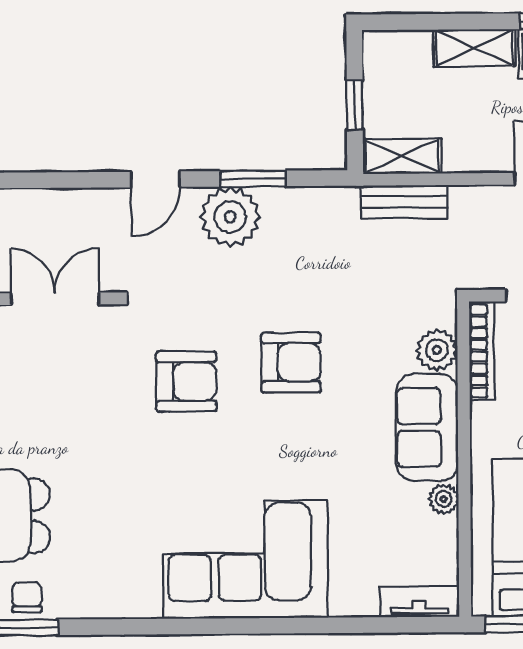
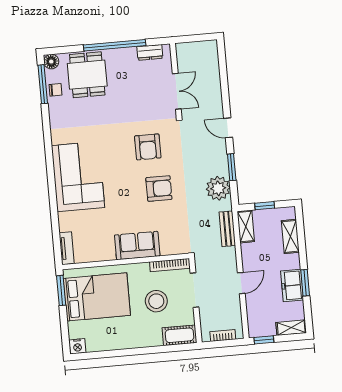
shelving: (474, 48) -> (290, 236), moved
plant: (230, 217) -> (218, 188), moved
plant: (437, 350) -> (169, 247), removed
armchair: (291, 362) -> (159, 188), turned -90
plant: (444, 499) -> (109, 255), removed

